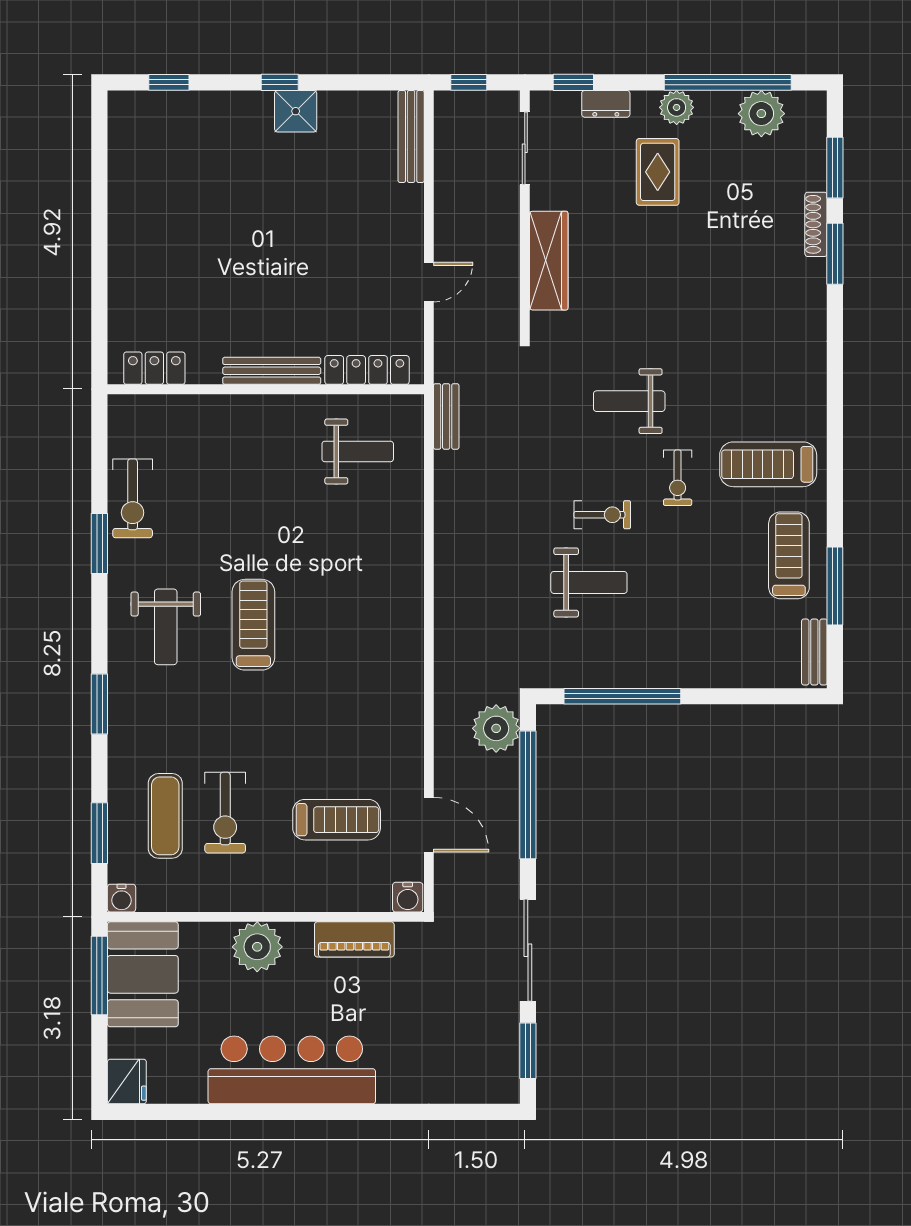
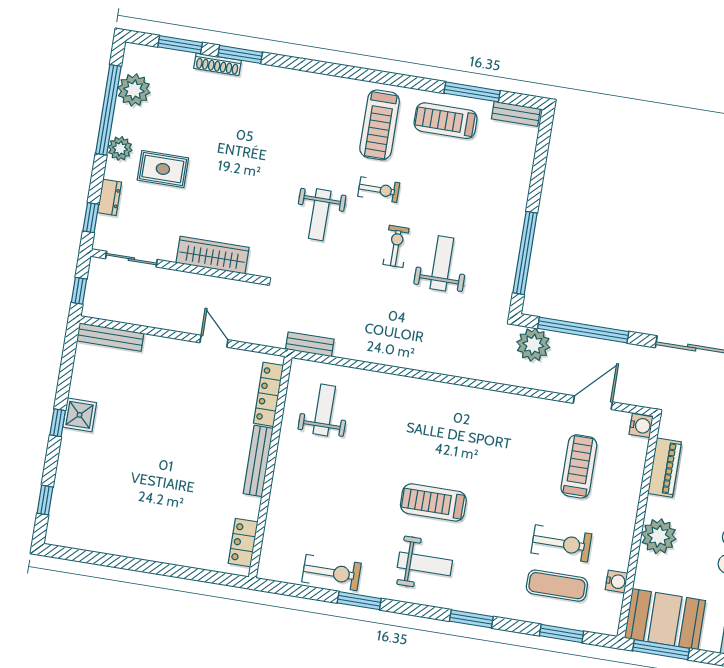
water cooler: (122, 898) -> (616, 581), moved

